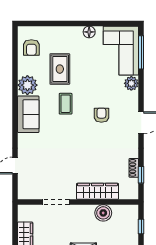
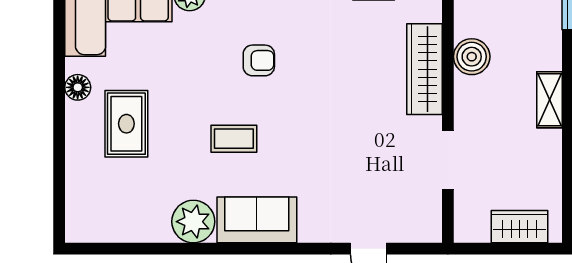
armchair: (31, 47) -> (111, 213), removed
rug: (60, 69) -> (126, 124), moved, turned 90
armchair: (101, 115) -> (259, 60), turned 180

